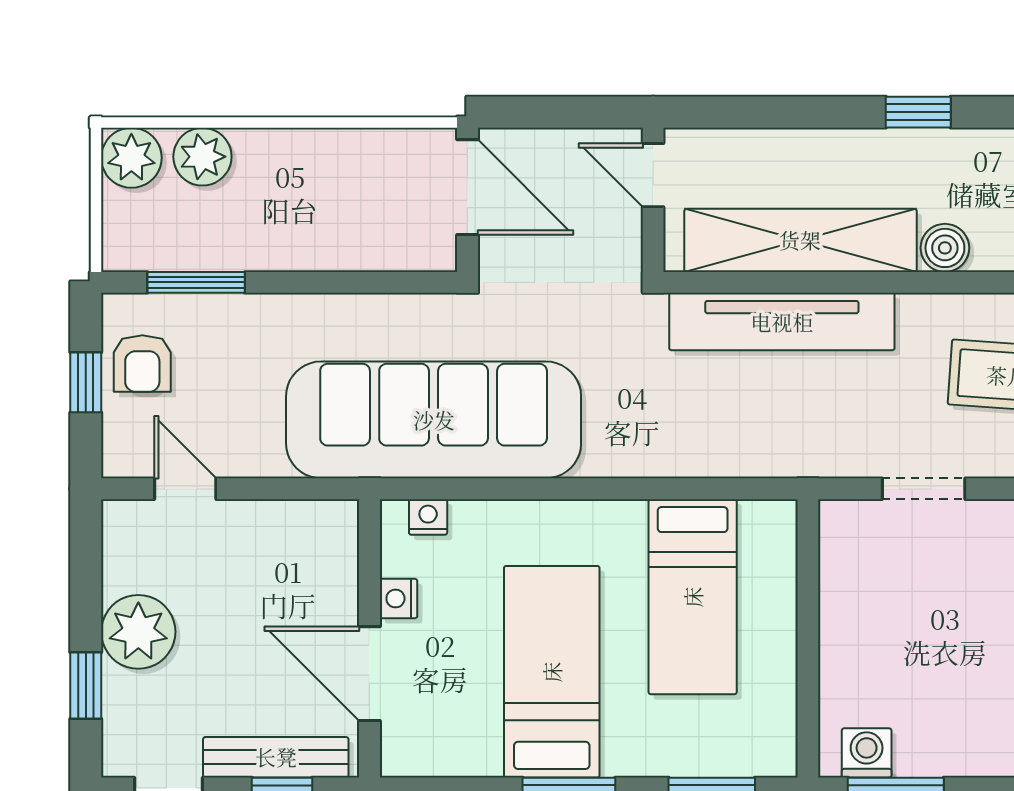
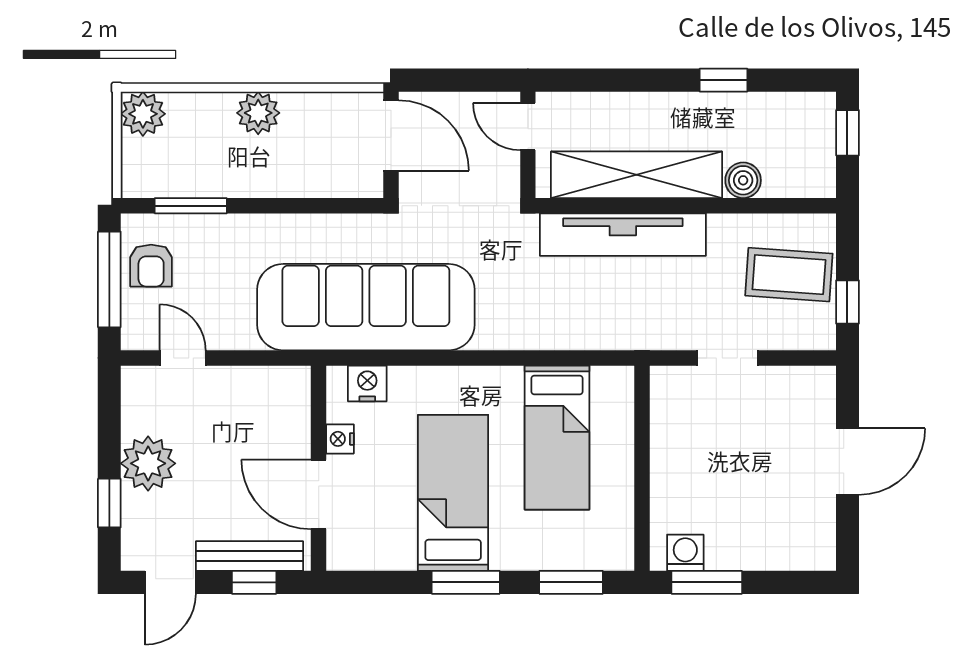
plant: (202, 157) -> (258, 113), moved
window: (86, 382) -> (109, 279), width x2.17
nightstand: (428, 517) -> (367, 383), width x1.39, depth x1.35

